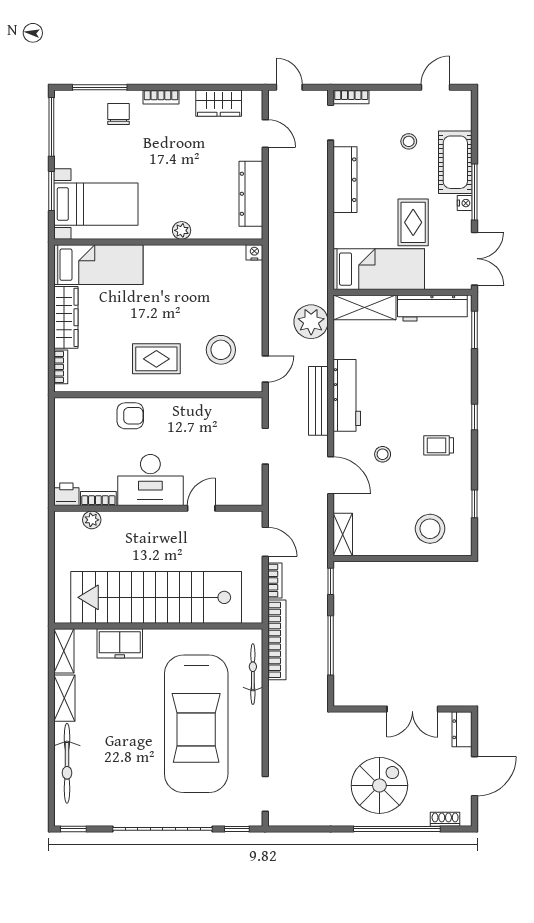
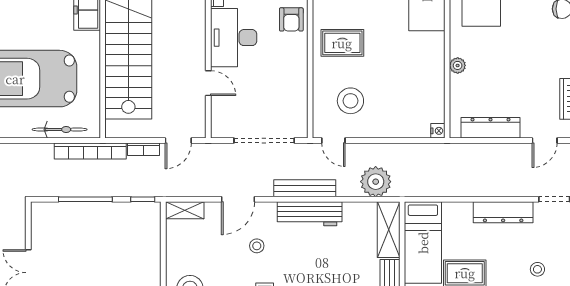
rug: (156, 359) -> (342, 43), turned 90
doorway: (265, 446) -> (264, 141), width x1.88

